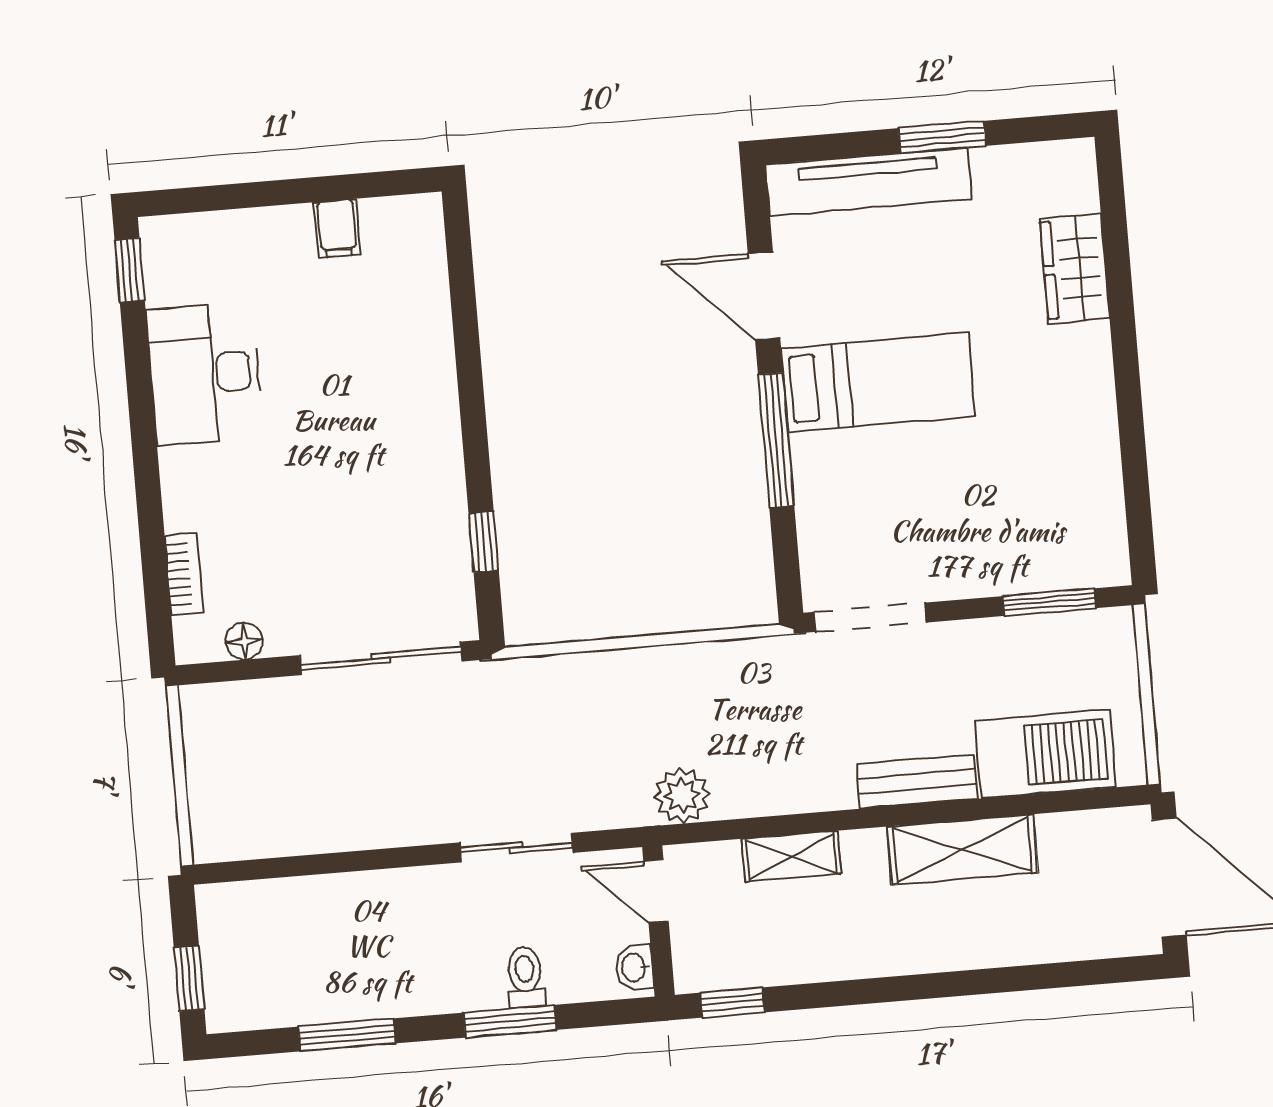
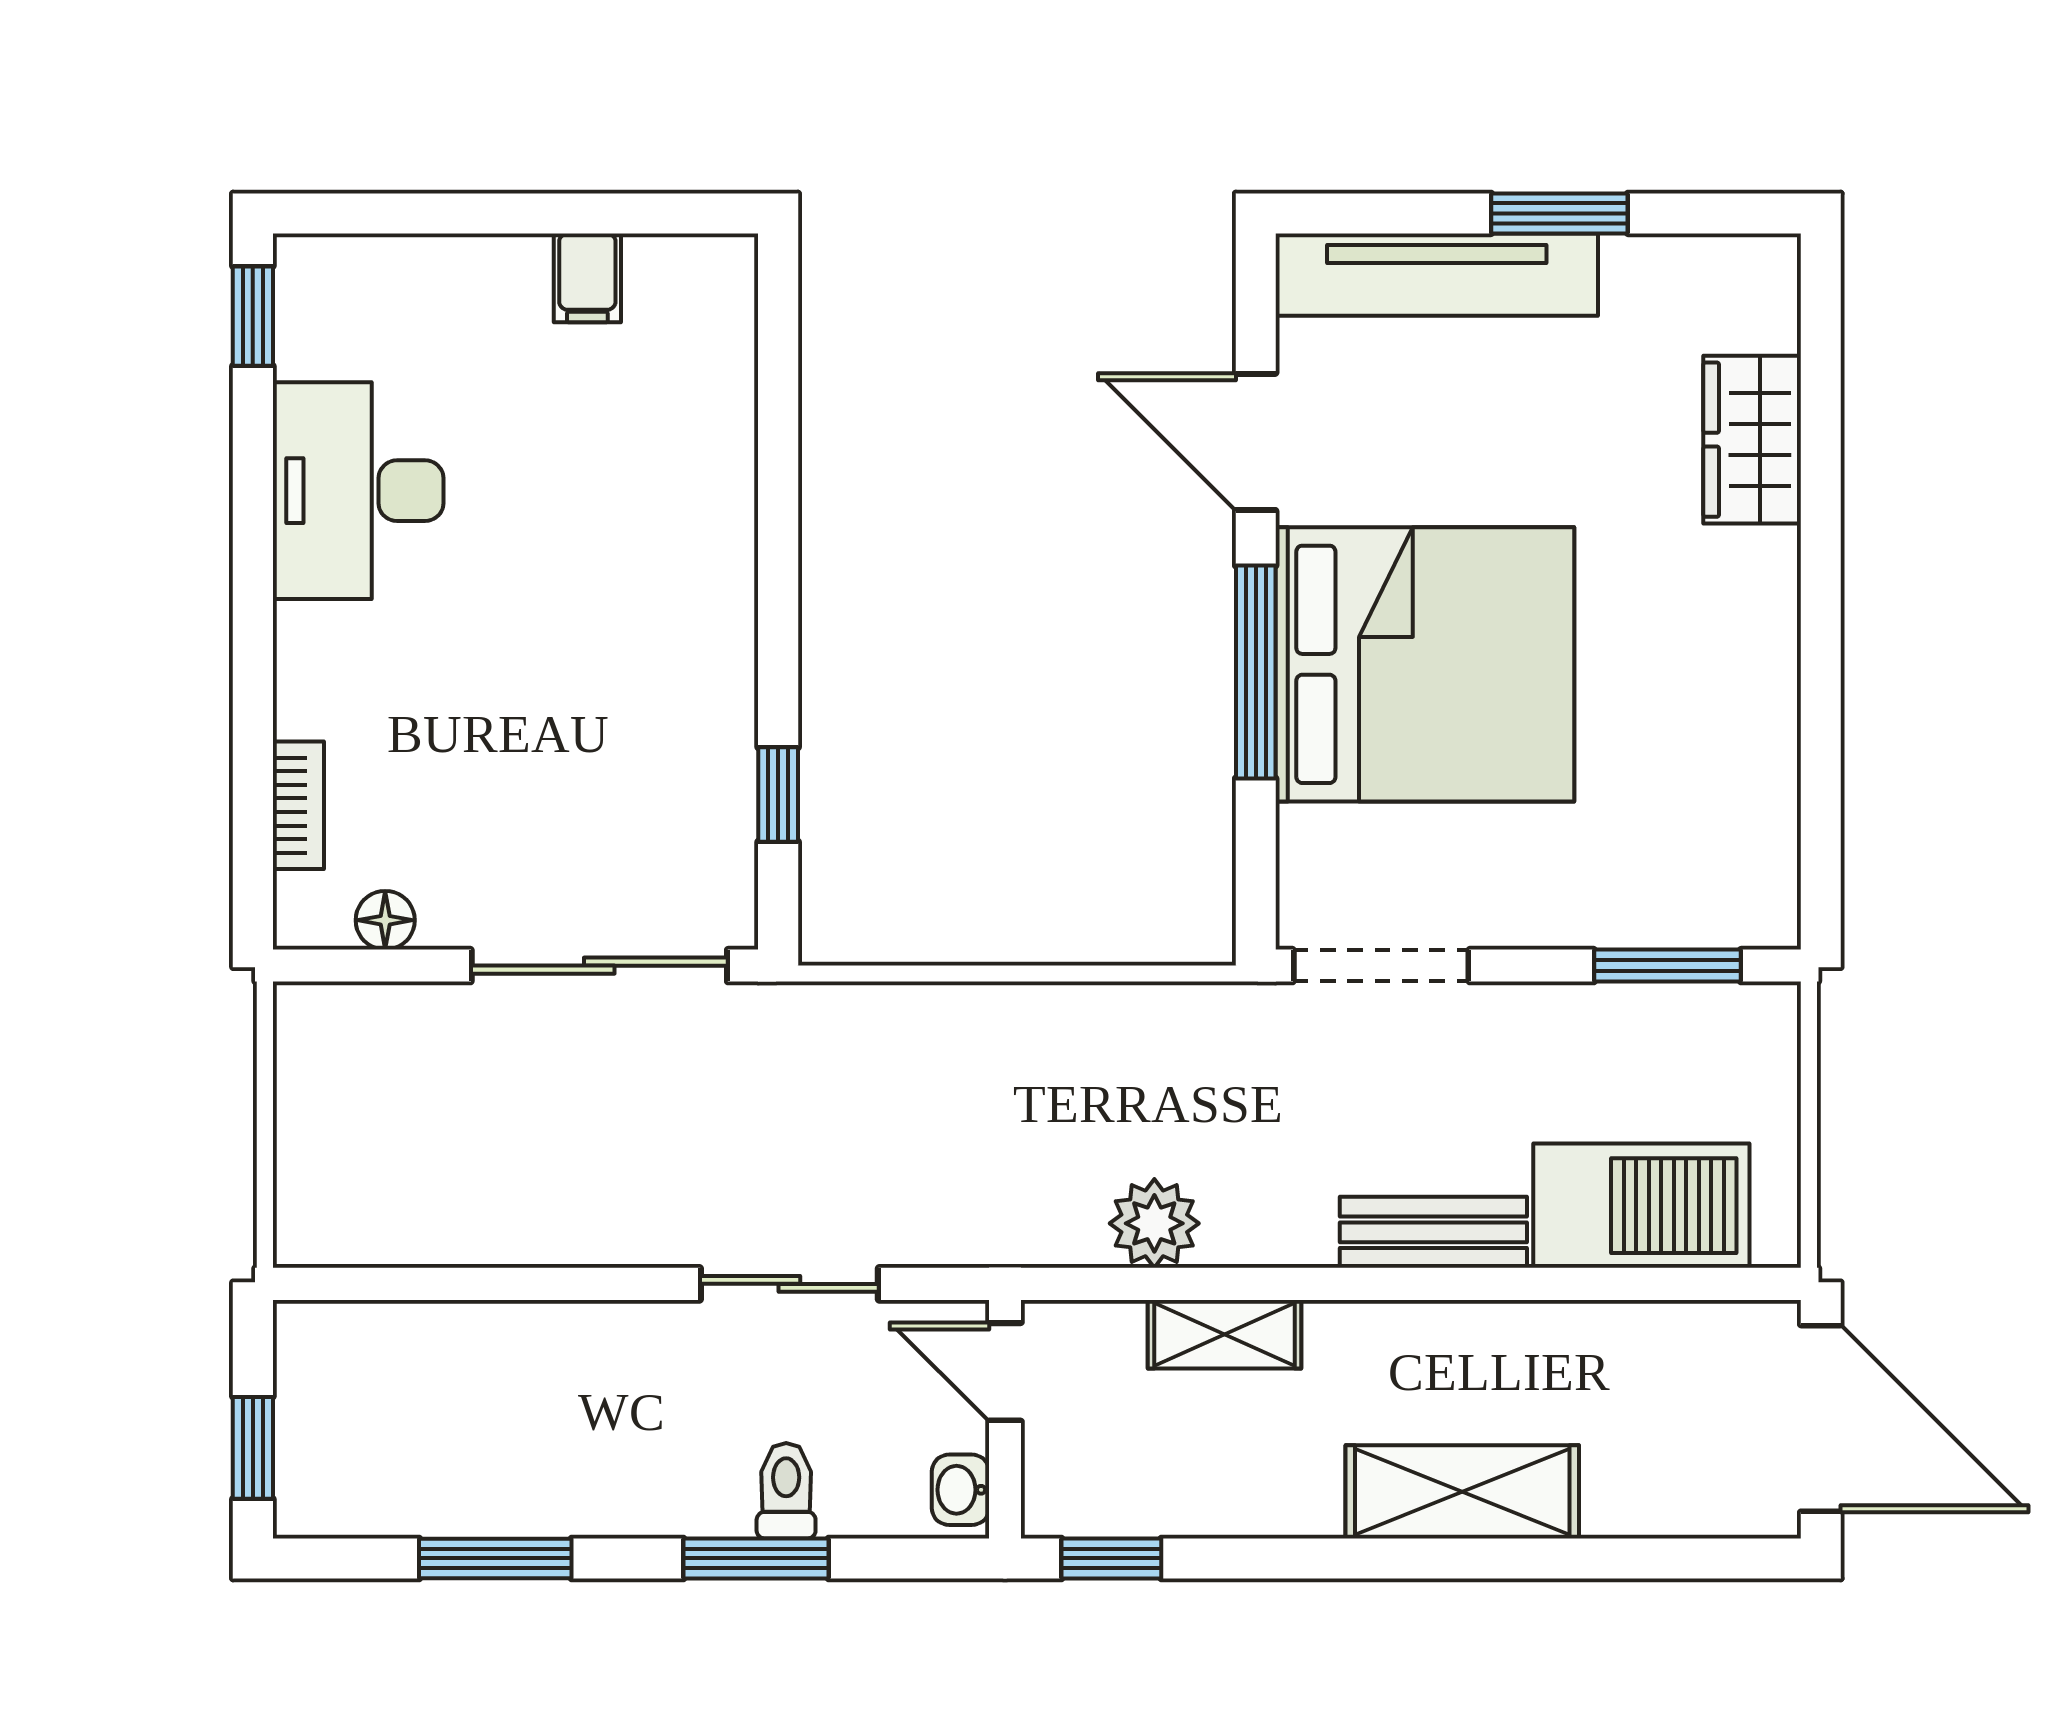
bed: (878, 382) -> (1425, 664), width x2.04
plant: (682, 796) -> (1154, 1223), moved
shelving: (962, 850) -> (1462, 1492), moved

